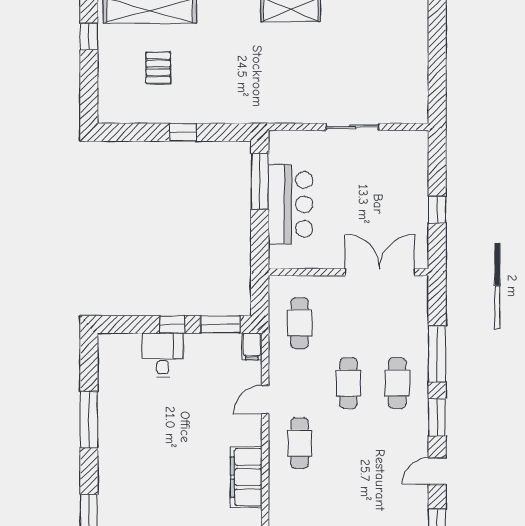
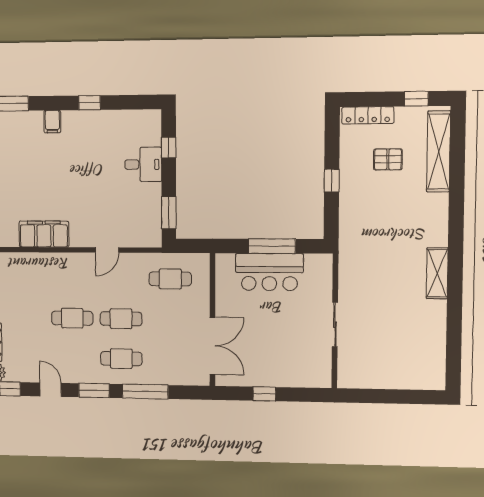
locker: (107, 91) -> (368, 115), added
window: (260, 181) -> (272, 246), moved
window: (172, 324) -> (169, 148), moved
filing cabinet: (252, 346) -> (52, 122), moved, turned -90
door: (265, 400) -> (107, 250), swing flipped
window: (89, 420) -> (90, 103), width x0.46
cafe table: (300, 443) -> (72, 318), moved

